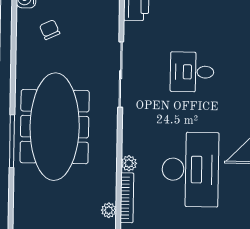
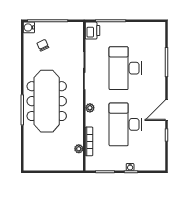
desk: (192, 72) -> (125, 68), width x1.87, depth x1.30
plant: (129, 163) -> (90, 108), moved
desk: (190, 169) -> (125, 124), turned 180

